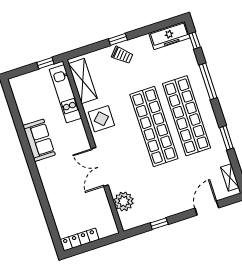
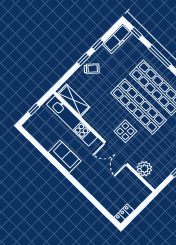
window: (143, 31) -> (98, 45), added
window: (45, 63) -> (34, 109), moved
kitchen unit: (65, 94) -> (72, 121), width x1.36
display table: (101, 119) -> (125, 131), moved
locker: (79, 240) -> (124, 214), width x0.66

